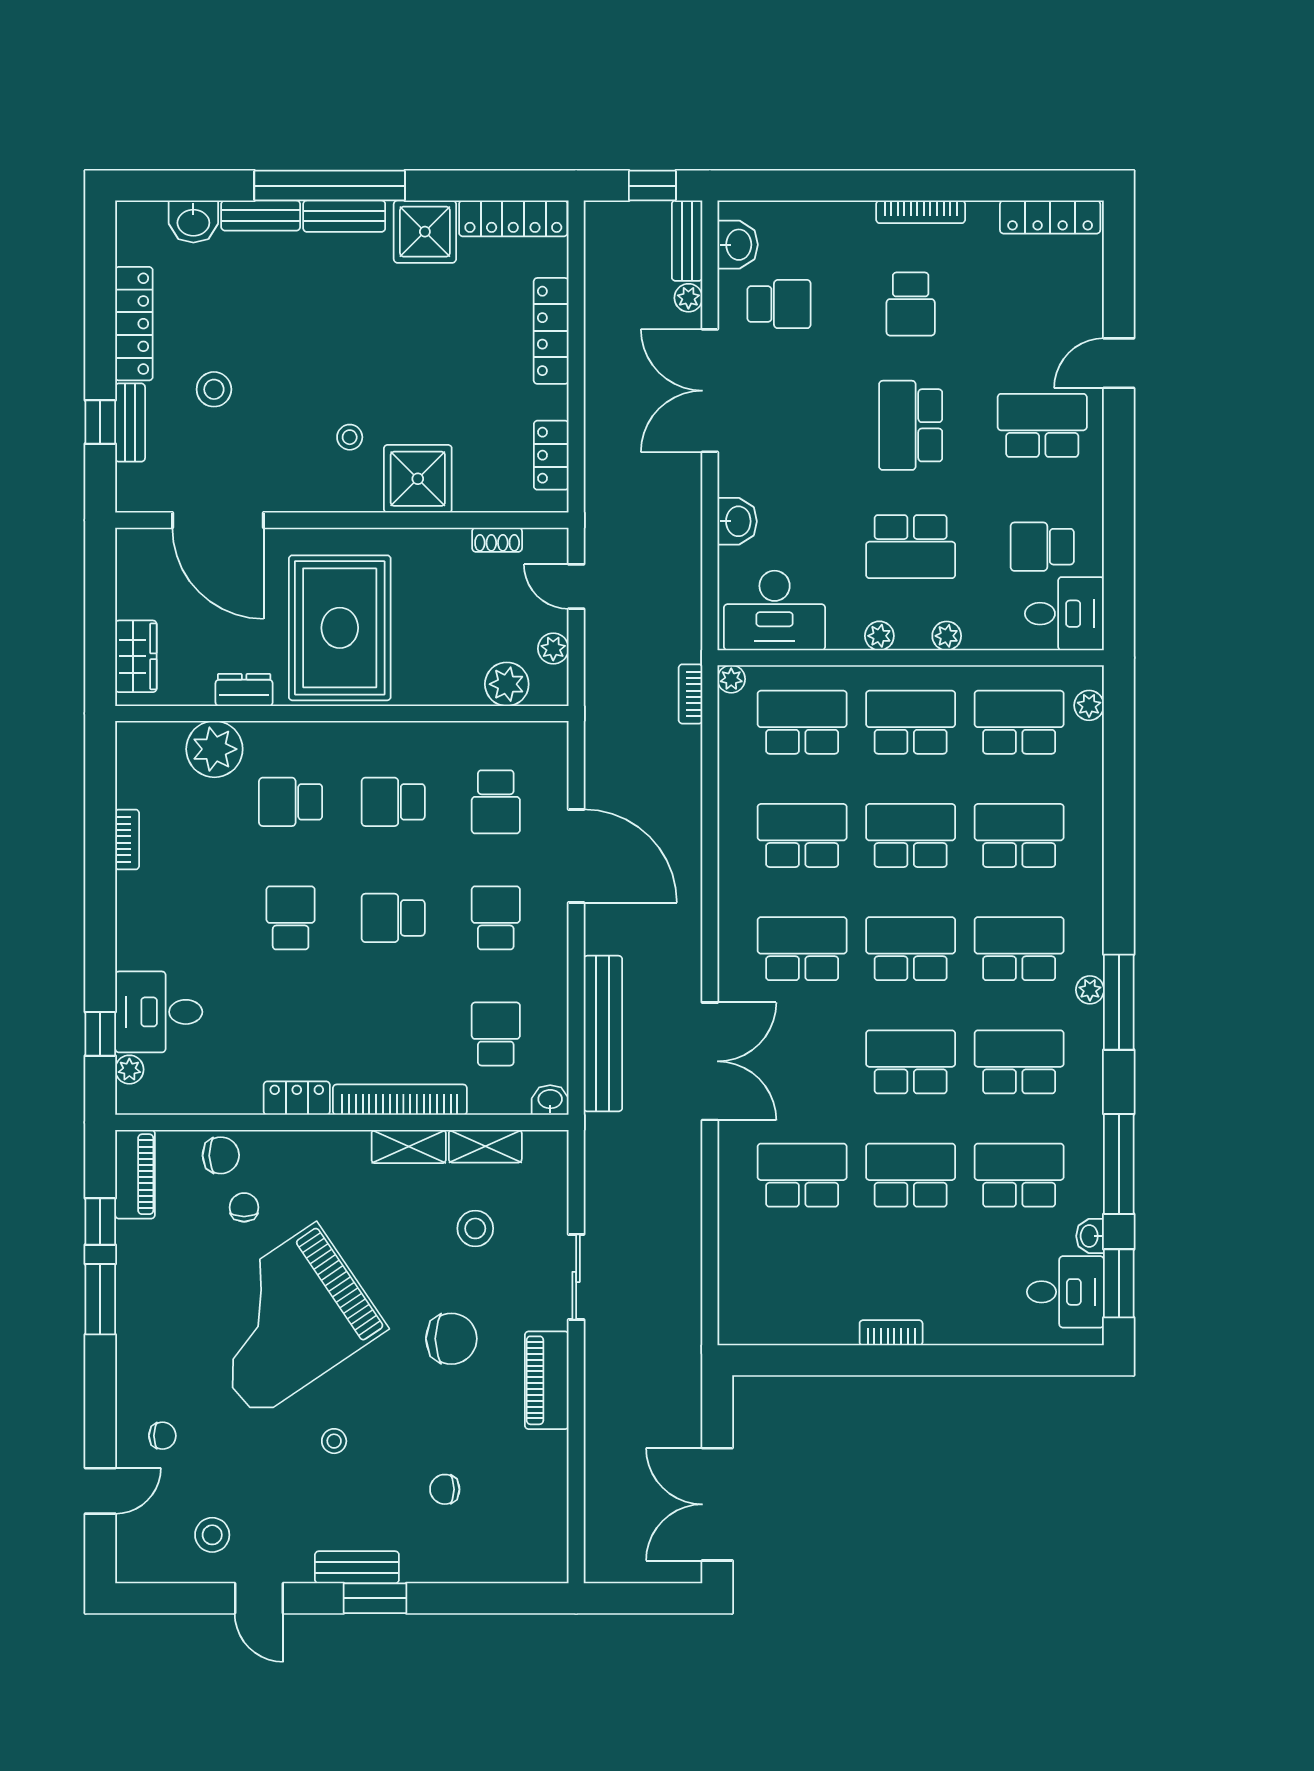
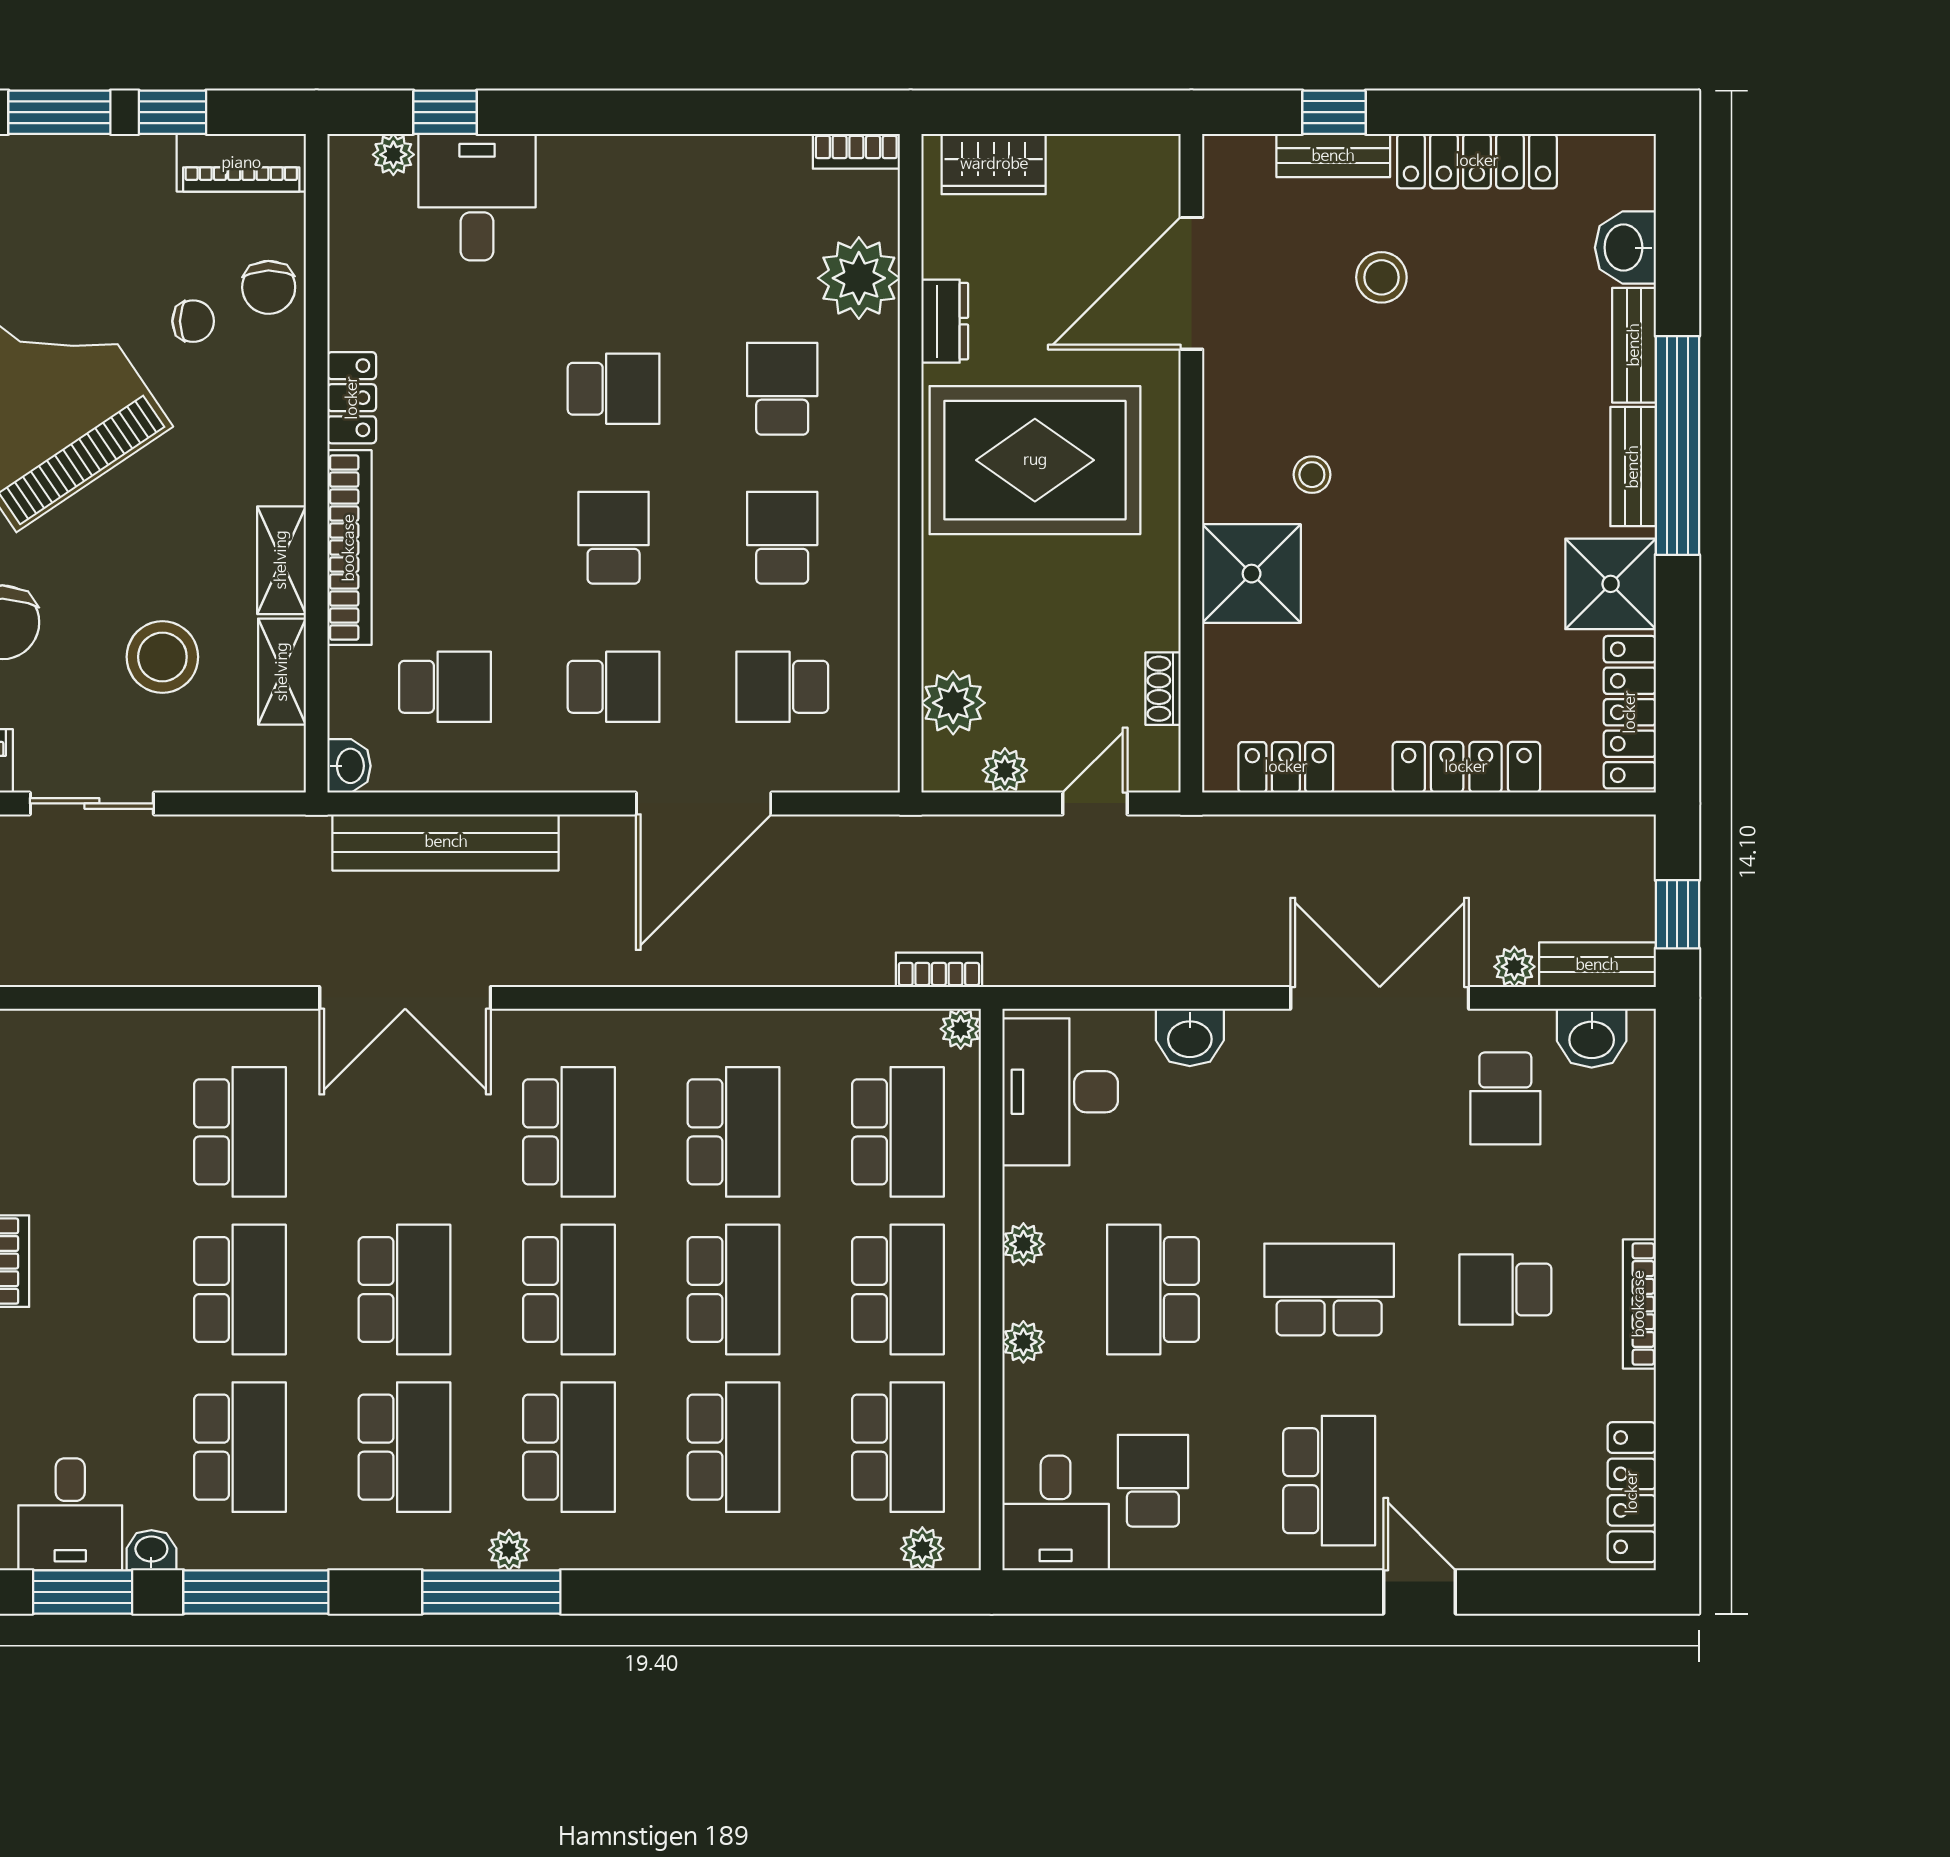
bookcase: (127, 840) -> (856, 151), moved
stool: (475, 1228) -> (162, 657), width x1.38, depth x1.38

